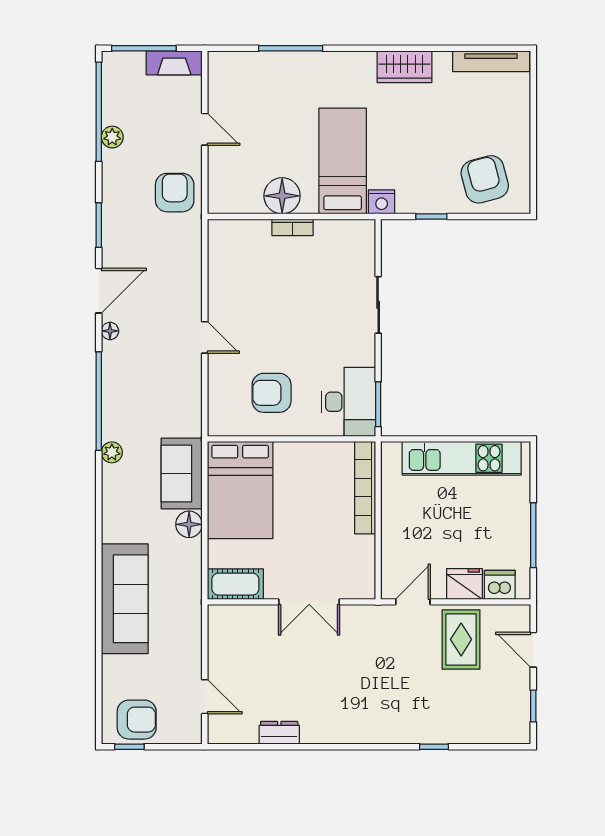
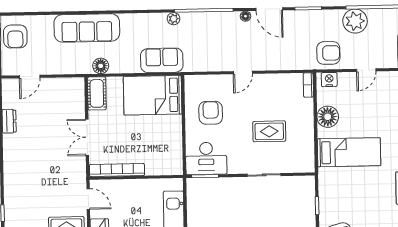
plant: (112, 137) -> (355, 21), width x1.87, depth x1.87
nightstand: (382, 202) -> (329, 80), moved, turned 90
bookcase: (293, 227) -> (308, 85), moved
rug: (305, 295) -> (269, 131), added
bookcase: (365, 488) -> (117, 170), moved
floor lamp: (189, 524) -> (101, 66), moved

